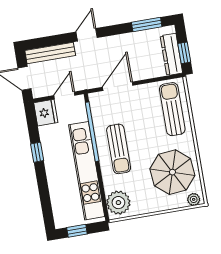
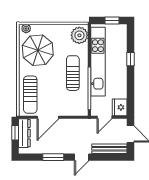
window: (147, 24) -> (53, 157), moved
door: (118, 86) -> (48, 117), moved
window: (37, 152) -> (131, 59), moved

